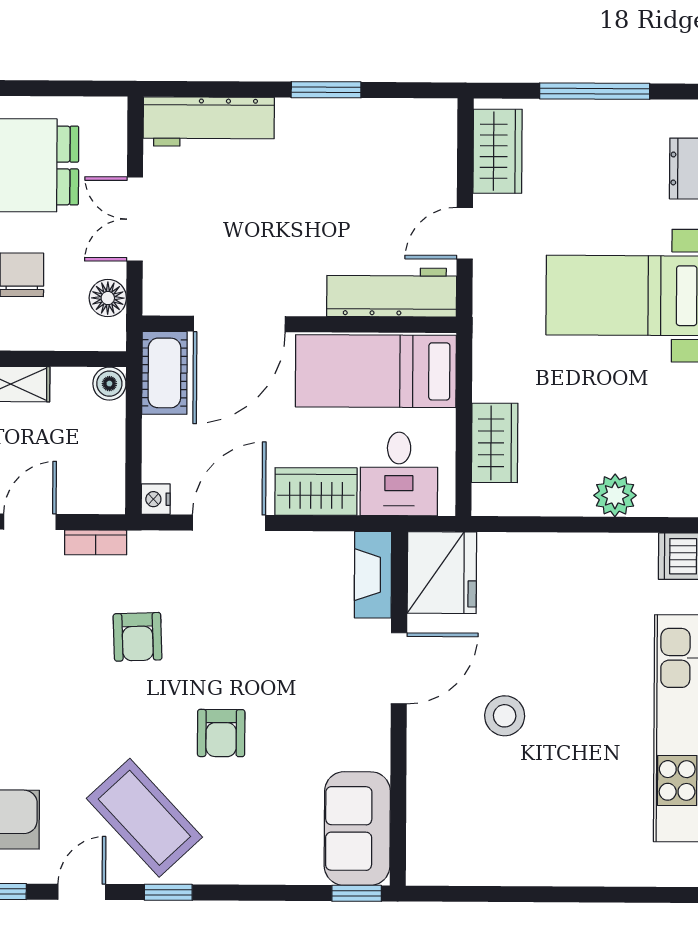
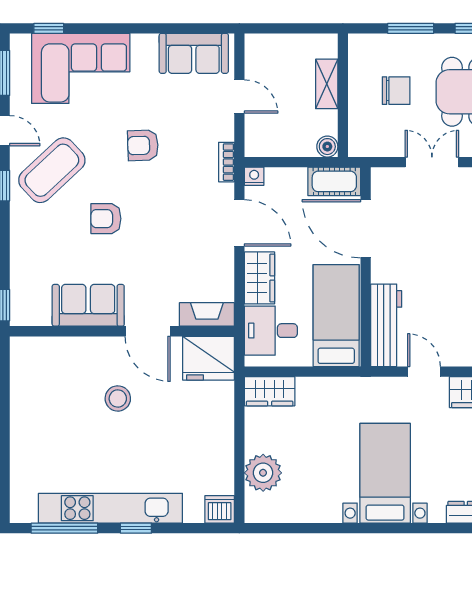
floor lamp: (108, 298) -> (382, 145), removed
wardrobe: (495, 443) -> (270, 391), moved
plant: (615, 495) -> (263, 473), width x1.36, depth x1.36
bookcase: (96, 542) -> (226, 162), moved
armchair: (138, 637) -> (143, 145), moved
sofa: (357, 829) -> (88, 305), moved

